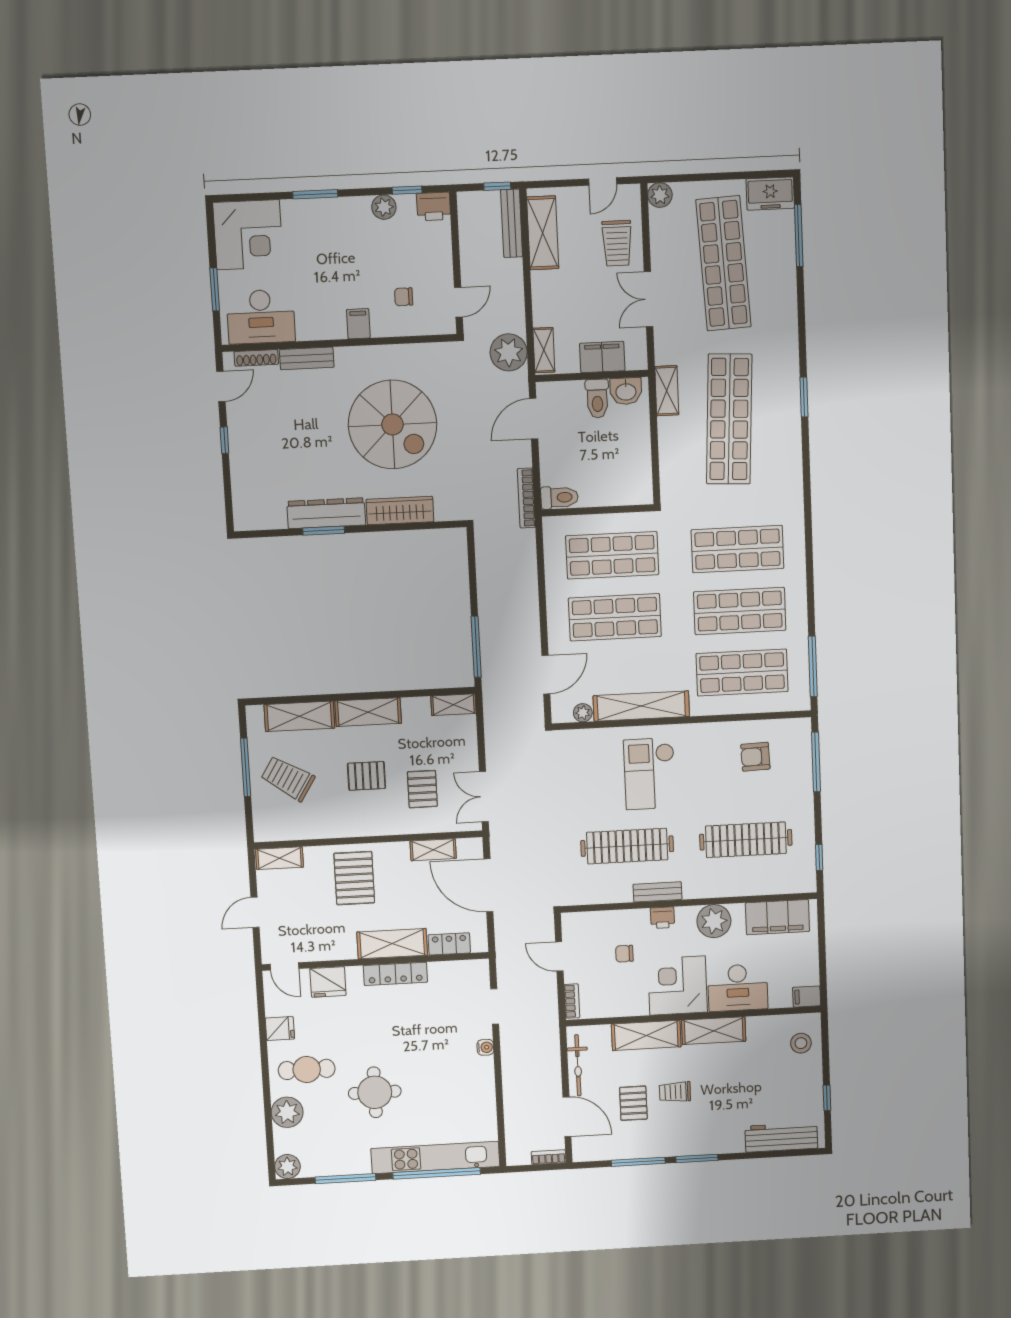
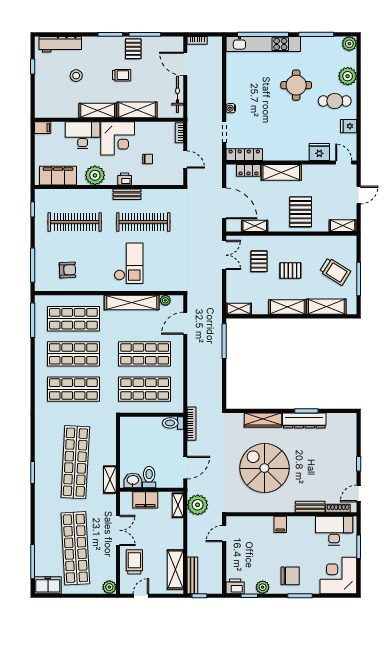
chair: (404, 297) -> (290, 576), moved, width x1.87, depth x1.87
locker: (395, 974) -> (244, 155), moved
stool: (801, 1043) -> (76, 76), moved
pallet: (633, 1103) -> (133, 49), moved

